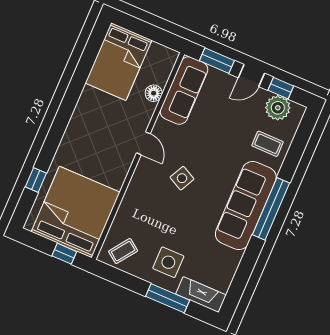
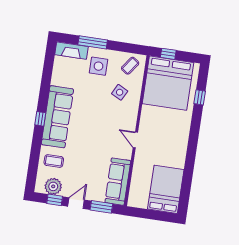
floor lamp: (154, 93) -> (137, 175), removed
side table: (182, 178) -> (120, 92), moved
window: (271, 209) -> (40, 119), width x0.32

